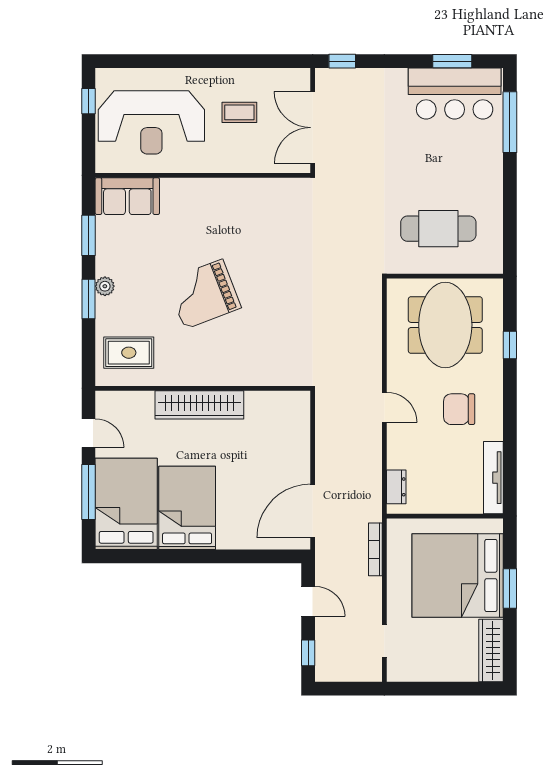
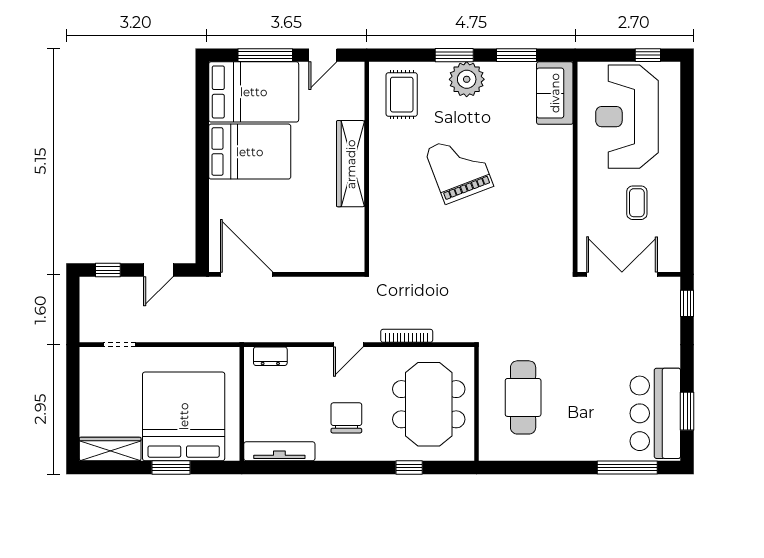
plant: (105, 286) -> (467, 79), width x1.88, depth x1.88
meeting table: (445, 325) -> (429, 404), turned 90
bookcase: (375, 549) -> (407, 336), moved

